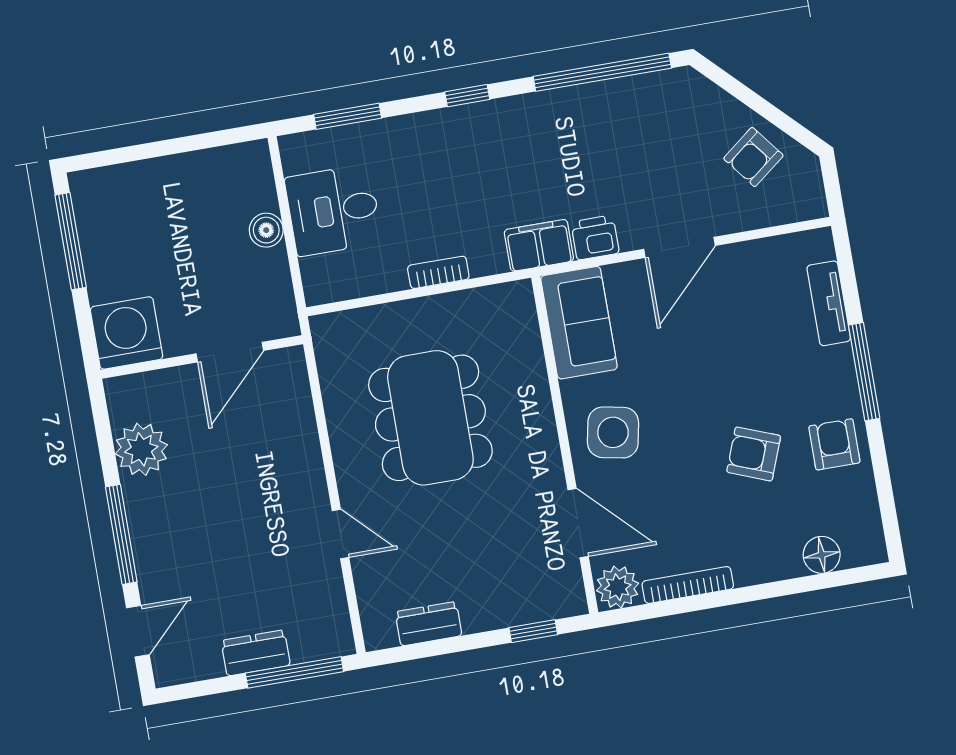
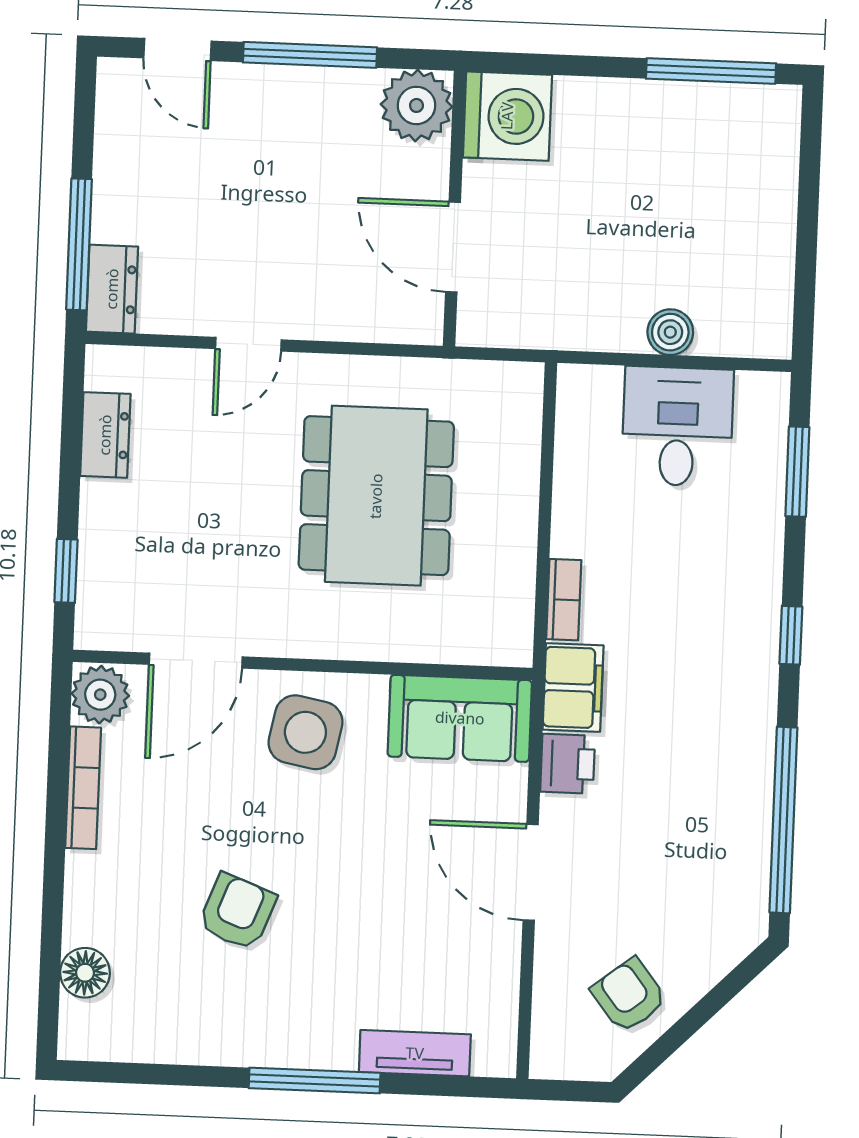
bookcase: (438, 272) -> (564, 600), moved
washing machine: (126, 333) -> (507, 116), moved
door: (230, 352) -> (453, 247), moved
wall: (202, 357) -> (455, 209), moved
dining table: (430, 418) -> (376, 496), turned 90
armchair: (834, 444) -> (227, 1021), removed
dresser: (256, 653) -> (112, 289), moved

